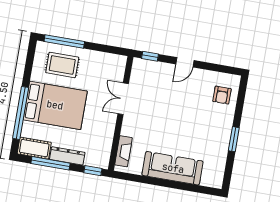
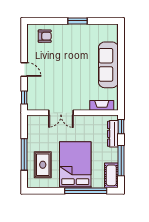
window: (64, 41) -> (24, 154), moved
dresser: (67, 156) -> (113, 134), moved

